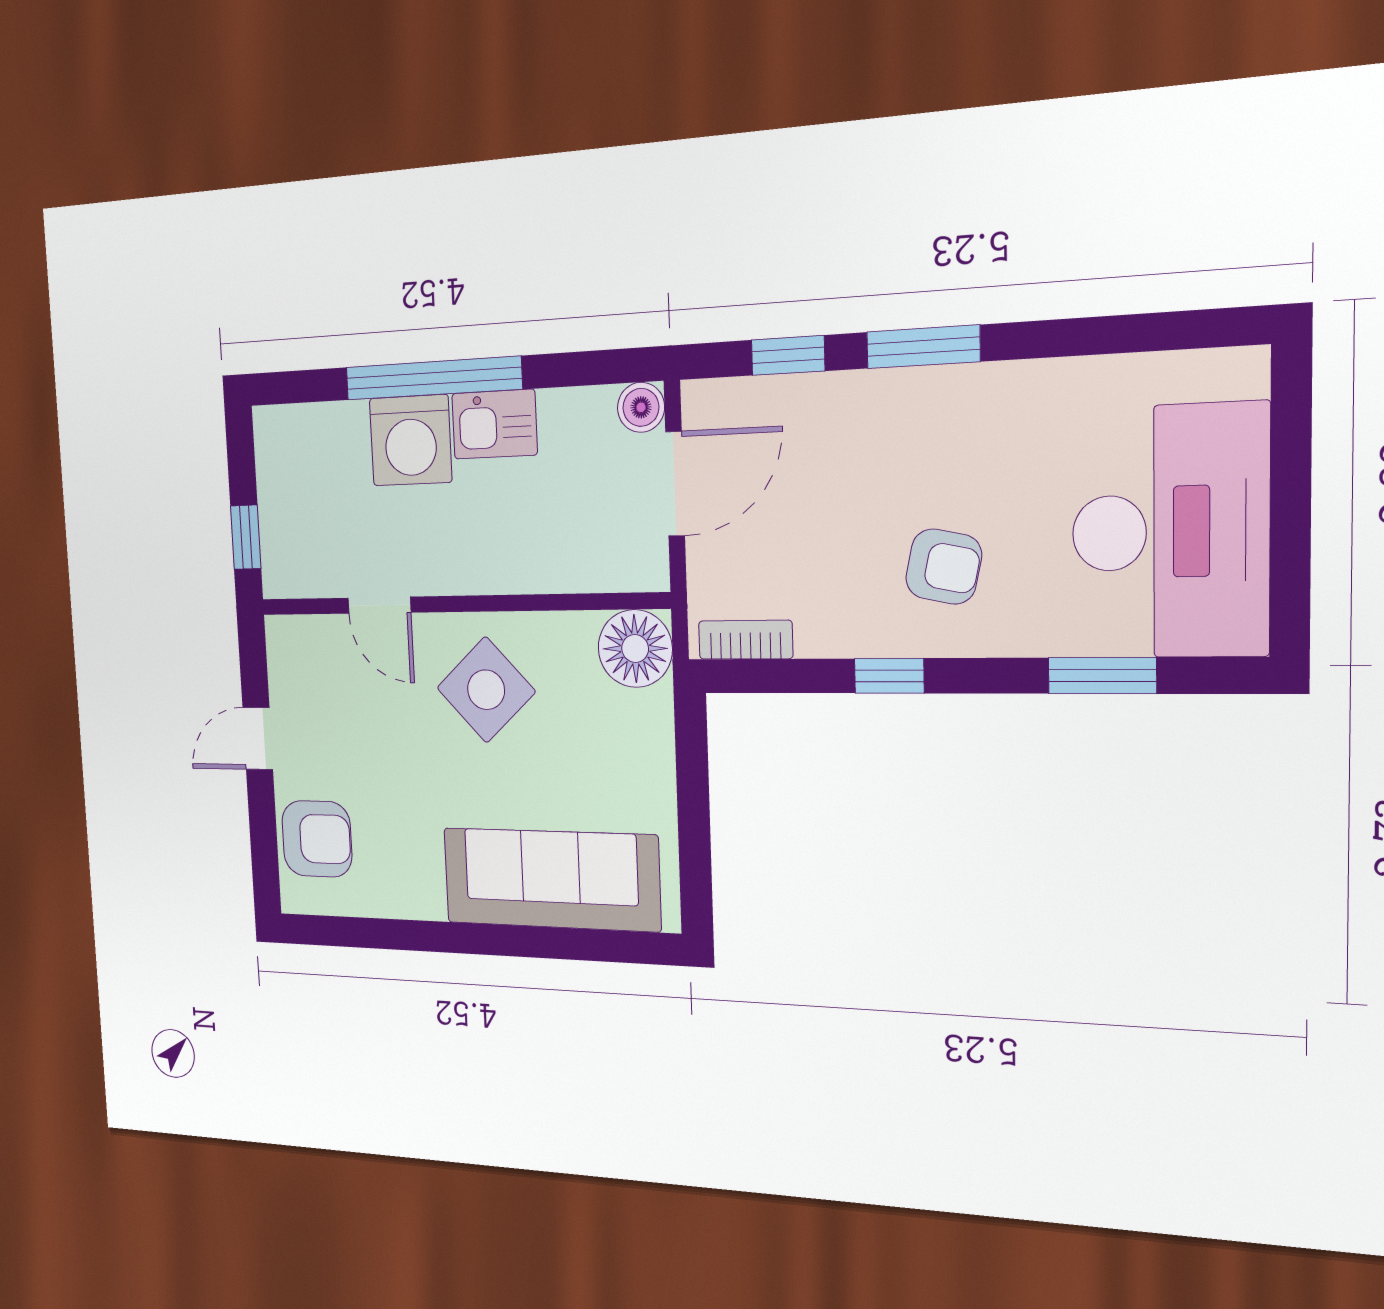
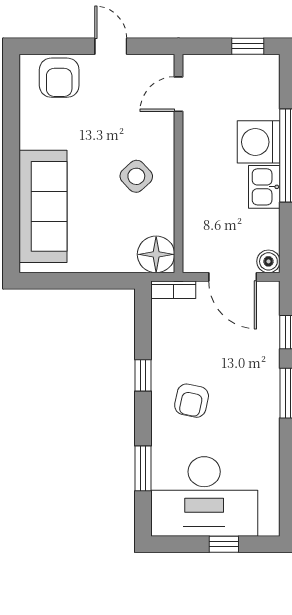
window: (1291, 481) -> (224, 544), added
window: (246, 537) -> (248, 46), moved
door: (379, 605) -> (178, 94), moved
bookcase: (746, 640) -> (173, 290), moved, turned 90
side table: (486, 690) -> (136, 176), width x0.73, depth x0.73

